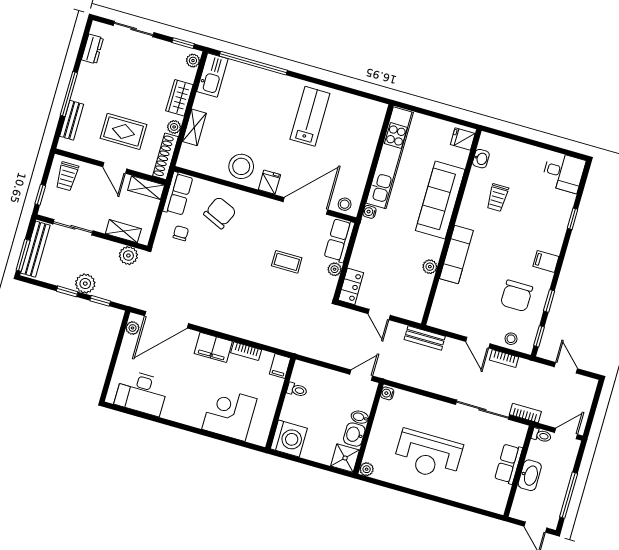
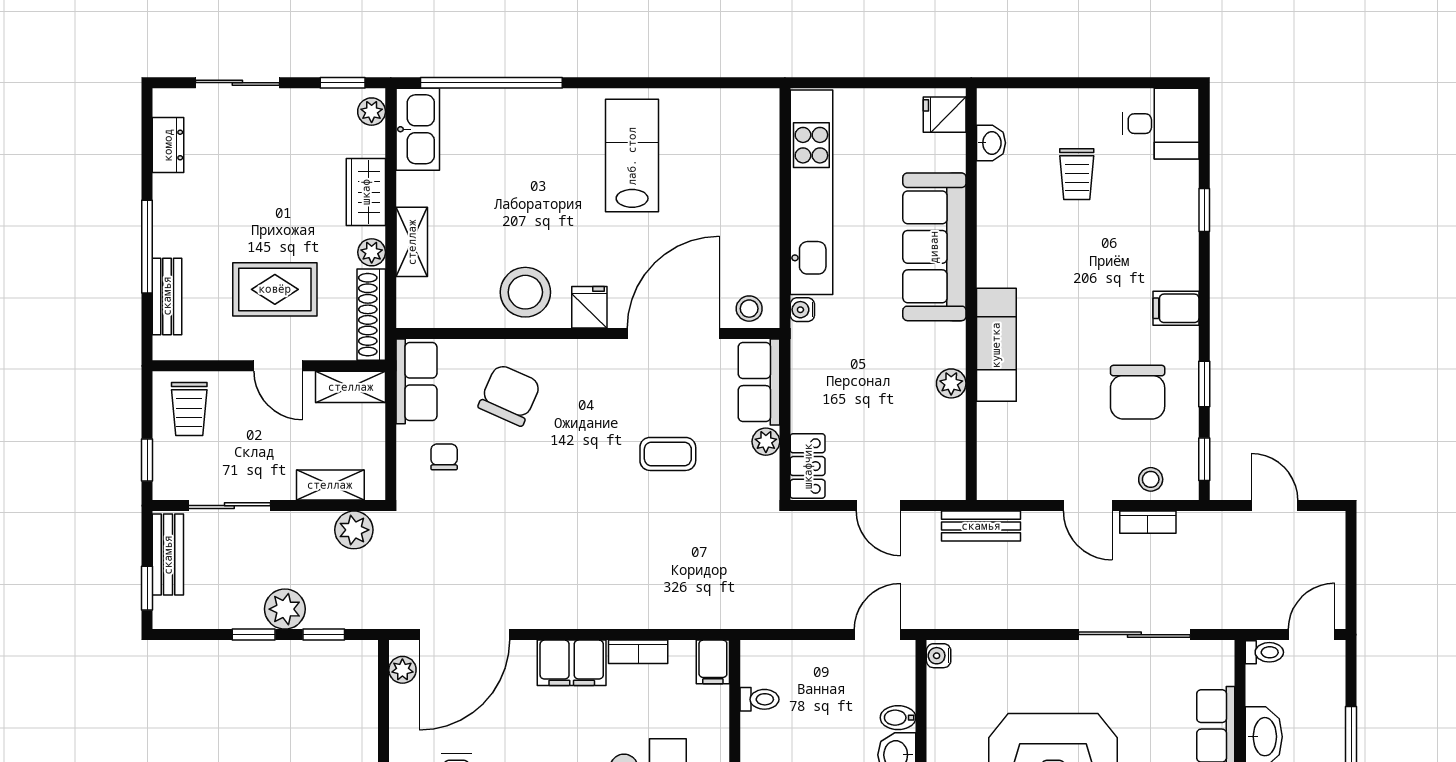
trolley: (497, 198) -> (1077, 174), moved
bench: (35, 249) -> (168, 555), width x0.73
window: (23, 255) -> (147, 588), width x0.67
bookcase: (525, 413) -> (1220, 617), removed

